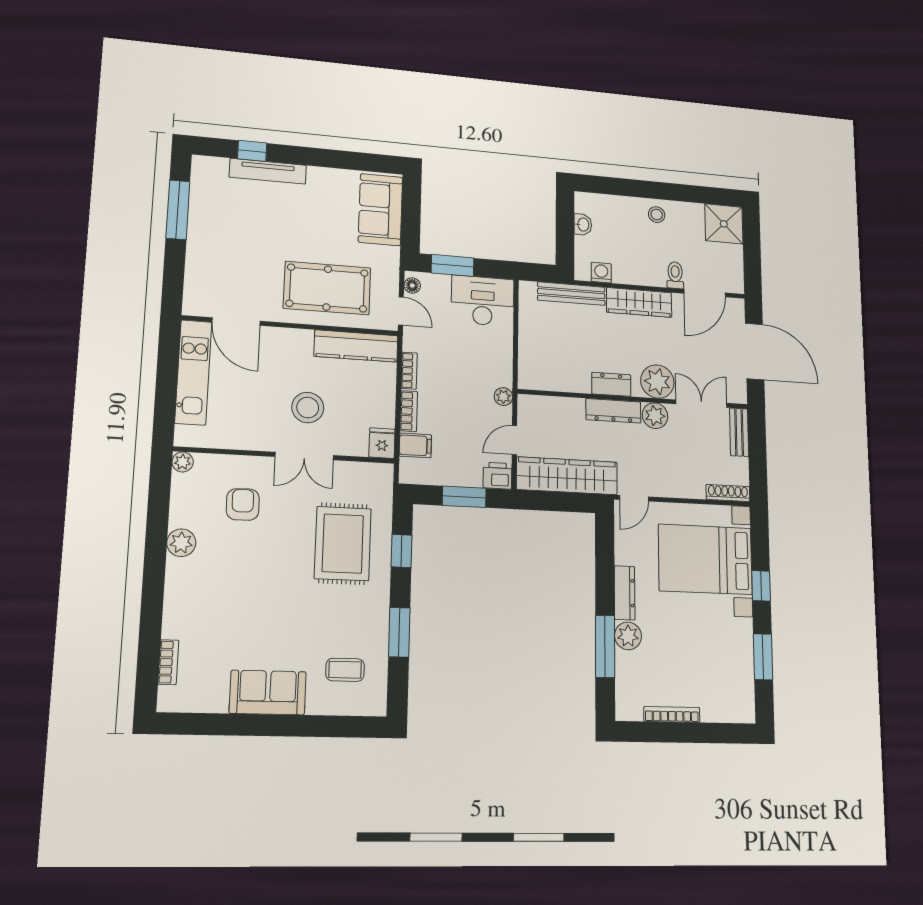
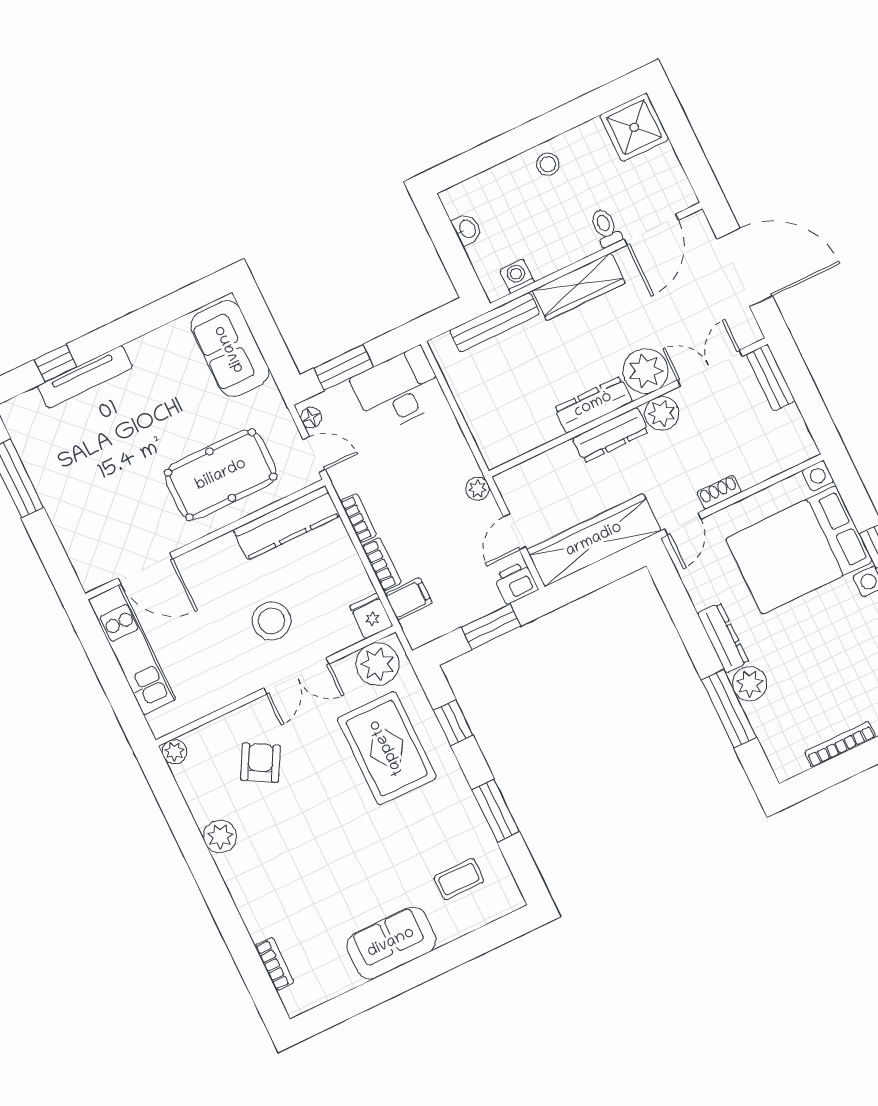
dresser: (611, 384) -> (593, 405), width x1.44
plant: (368, 479) -> (378, 664), added
shoe rack: (728, 493) -> (719, 492), moved, width x0.70
armchair: (243, 504) -> (260, 763), turned 30

